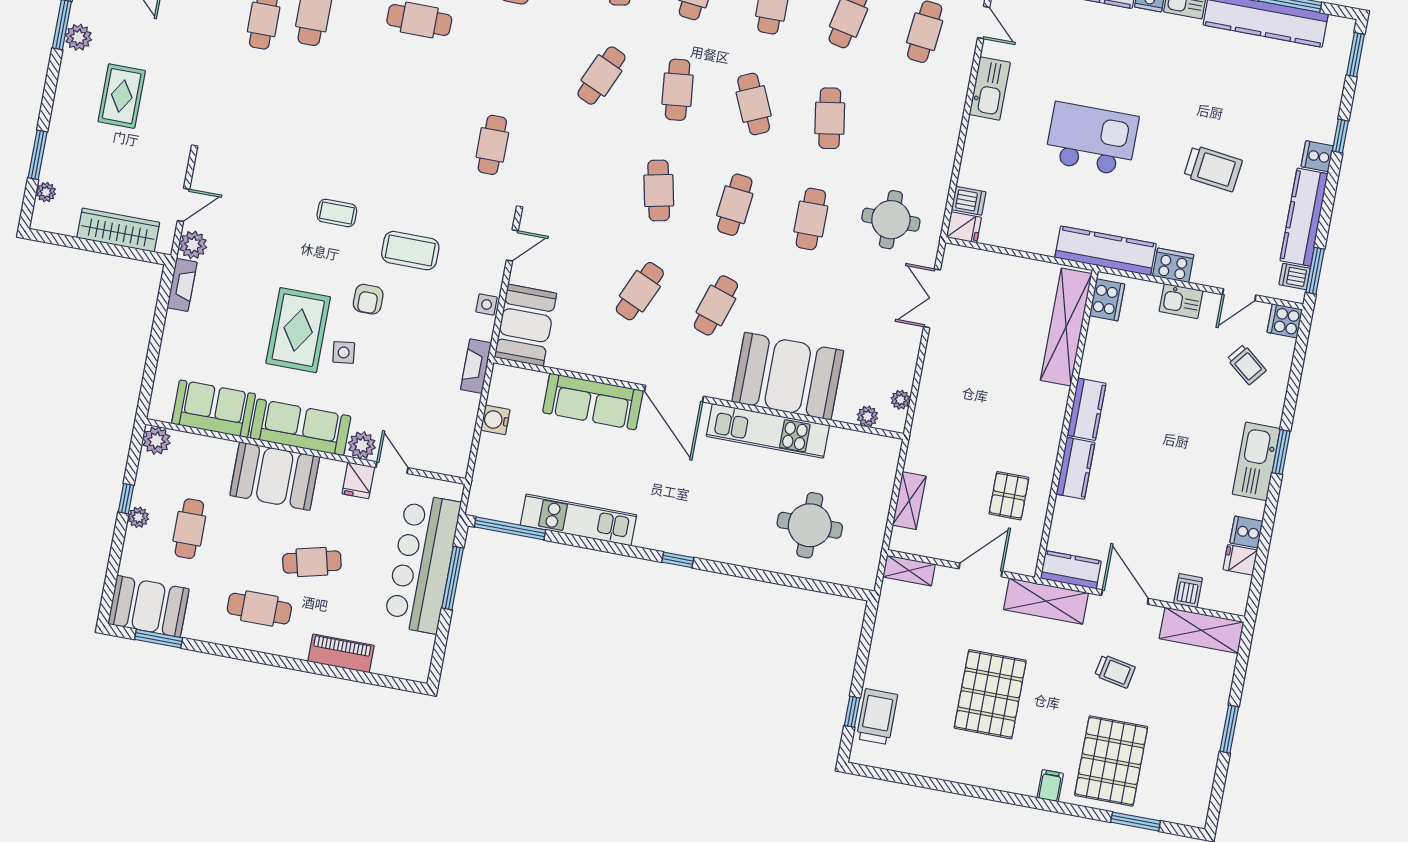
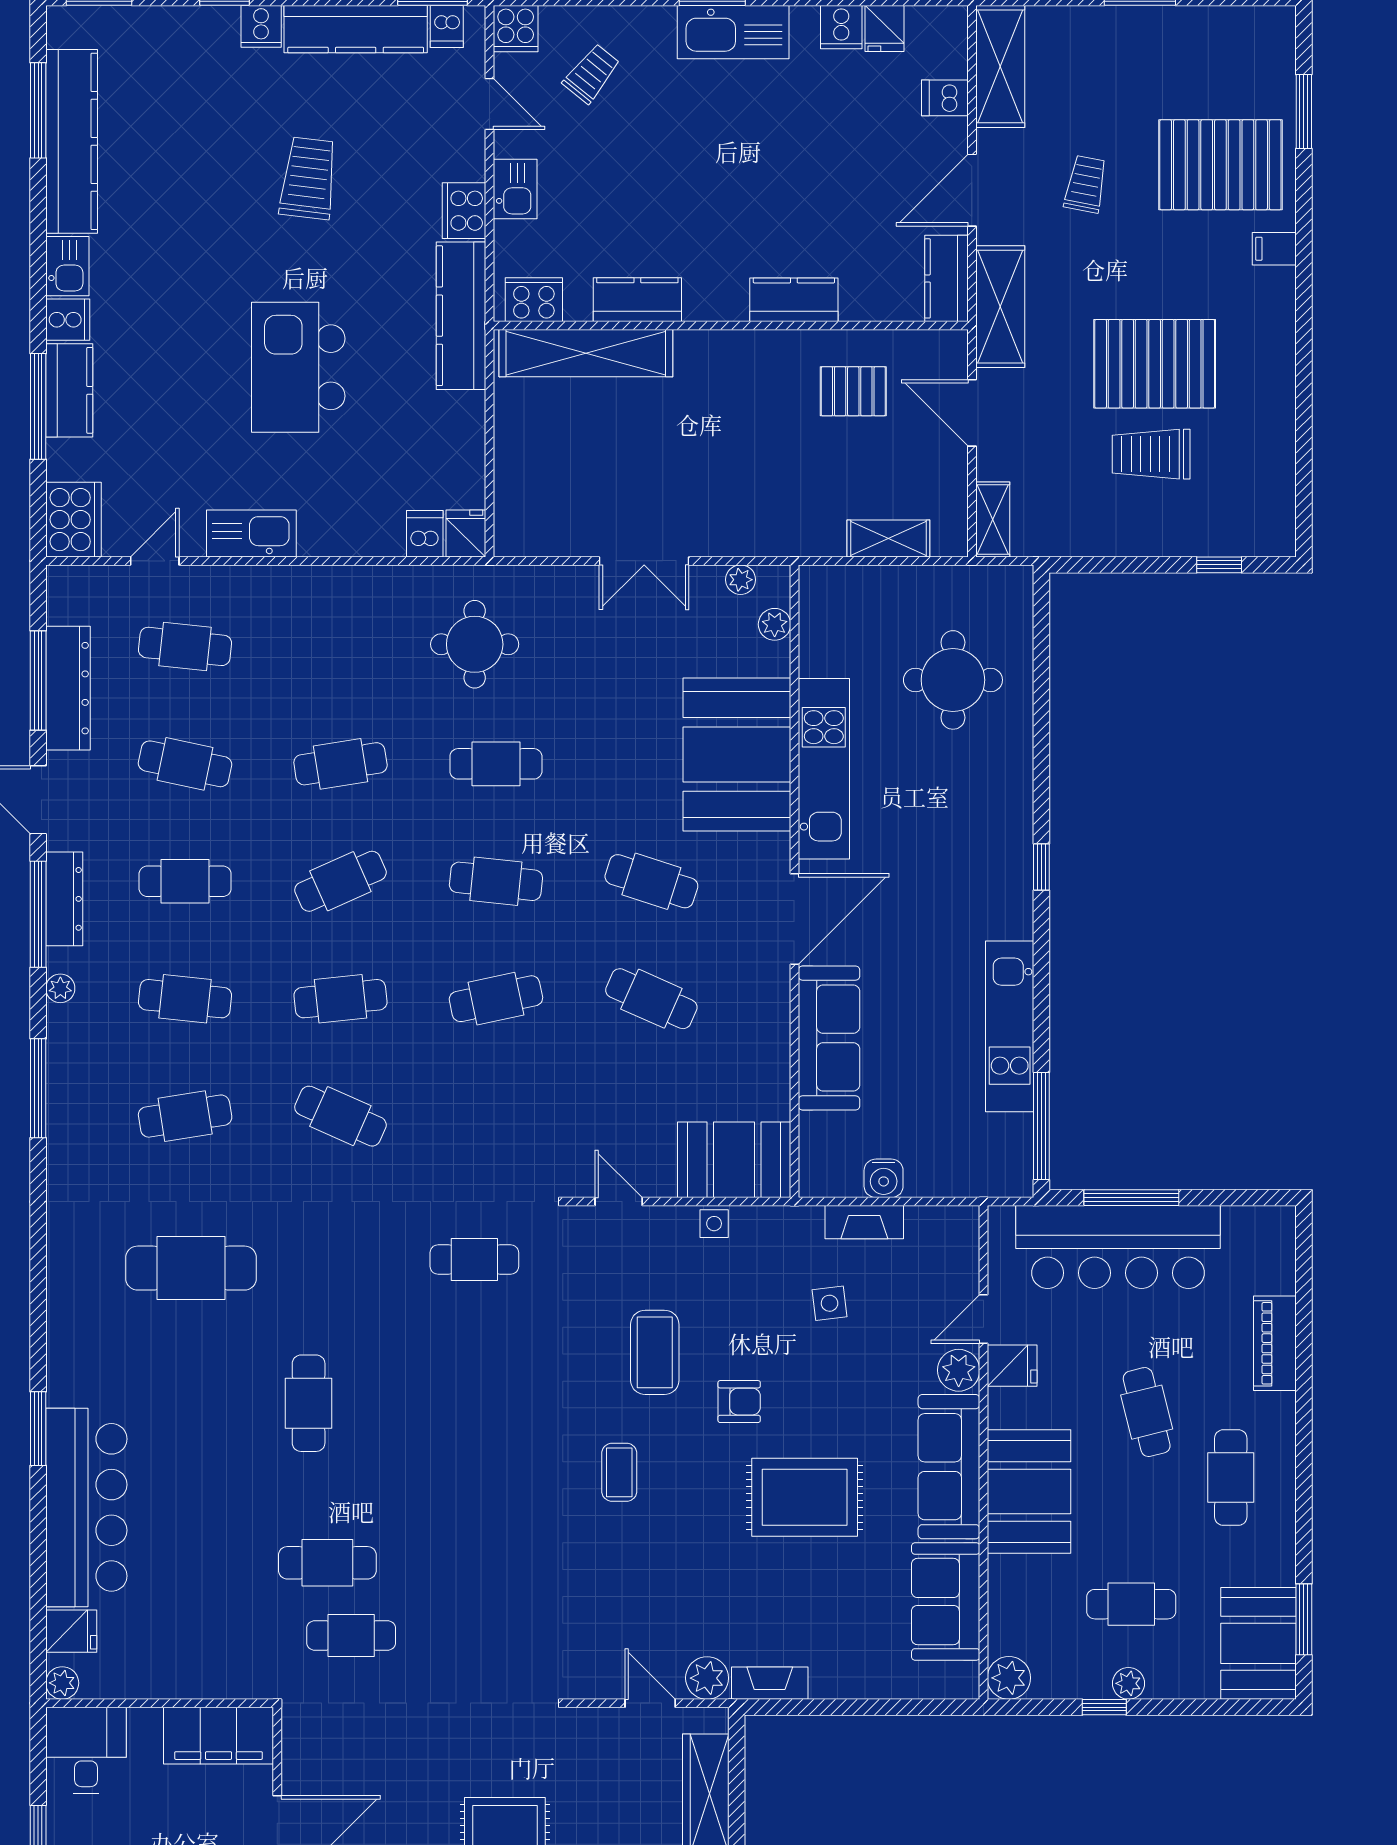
double door: (932, 298) -> (644, 561), moved
side table: (344, 352) -> (830, 1303), moved
fireplace: (476, 366) -> (864, 1222), moved
kitchen counter: (1087, 409) -> (637, 300), moved
trolley: (877, 717) -> (1151, 454), moved

